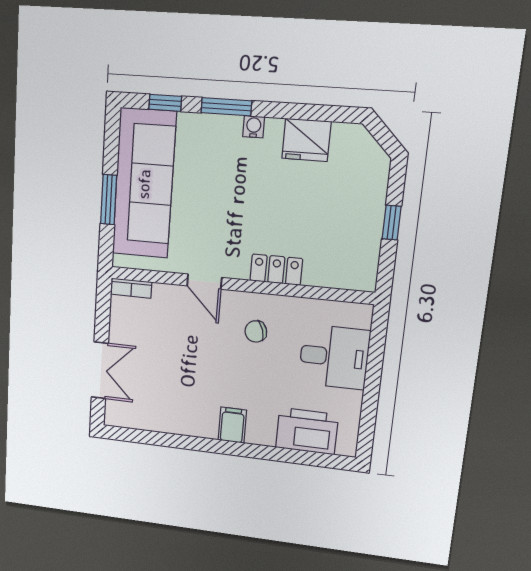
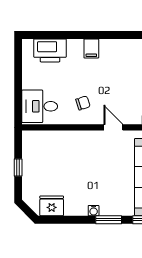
fridge: (306, 140) -> (52, 206), moved
locker: (276, 270) -> (75, 138), removed
desk: (334, 357) -> (40, 106), moved

